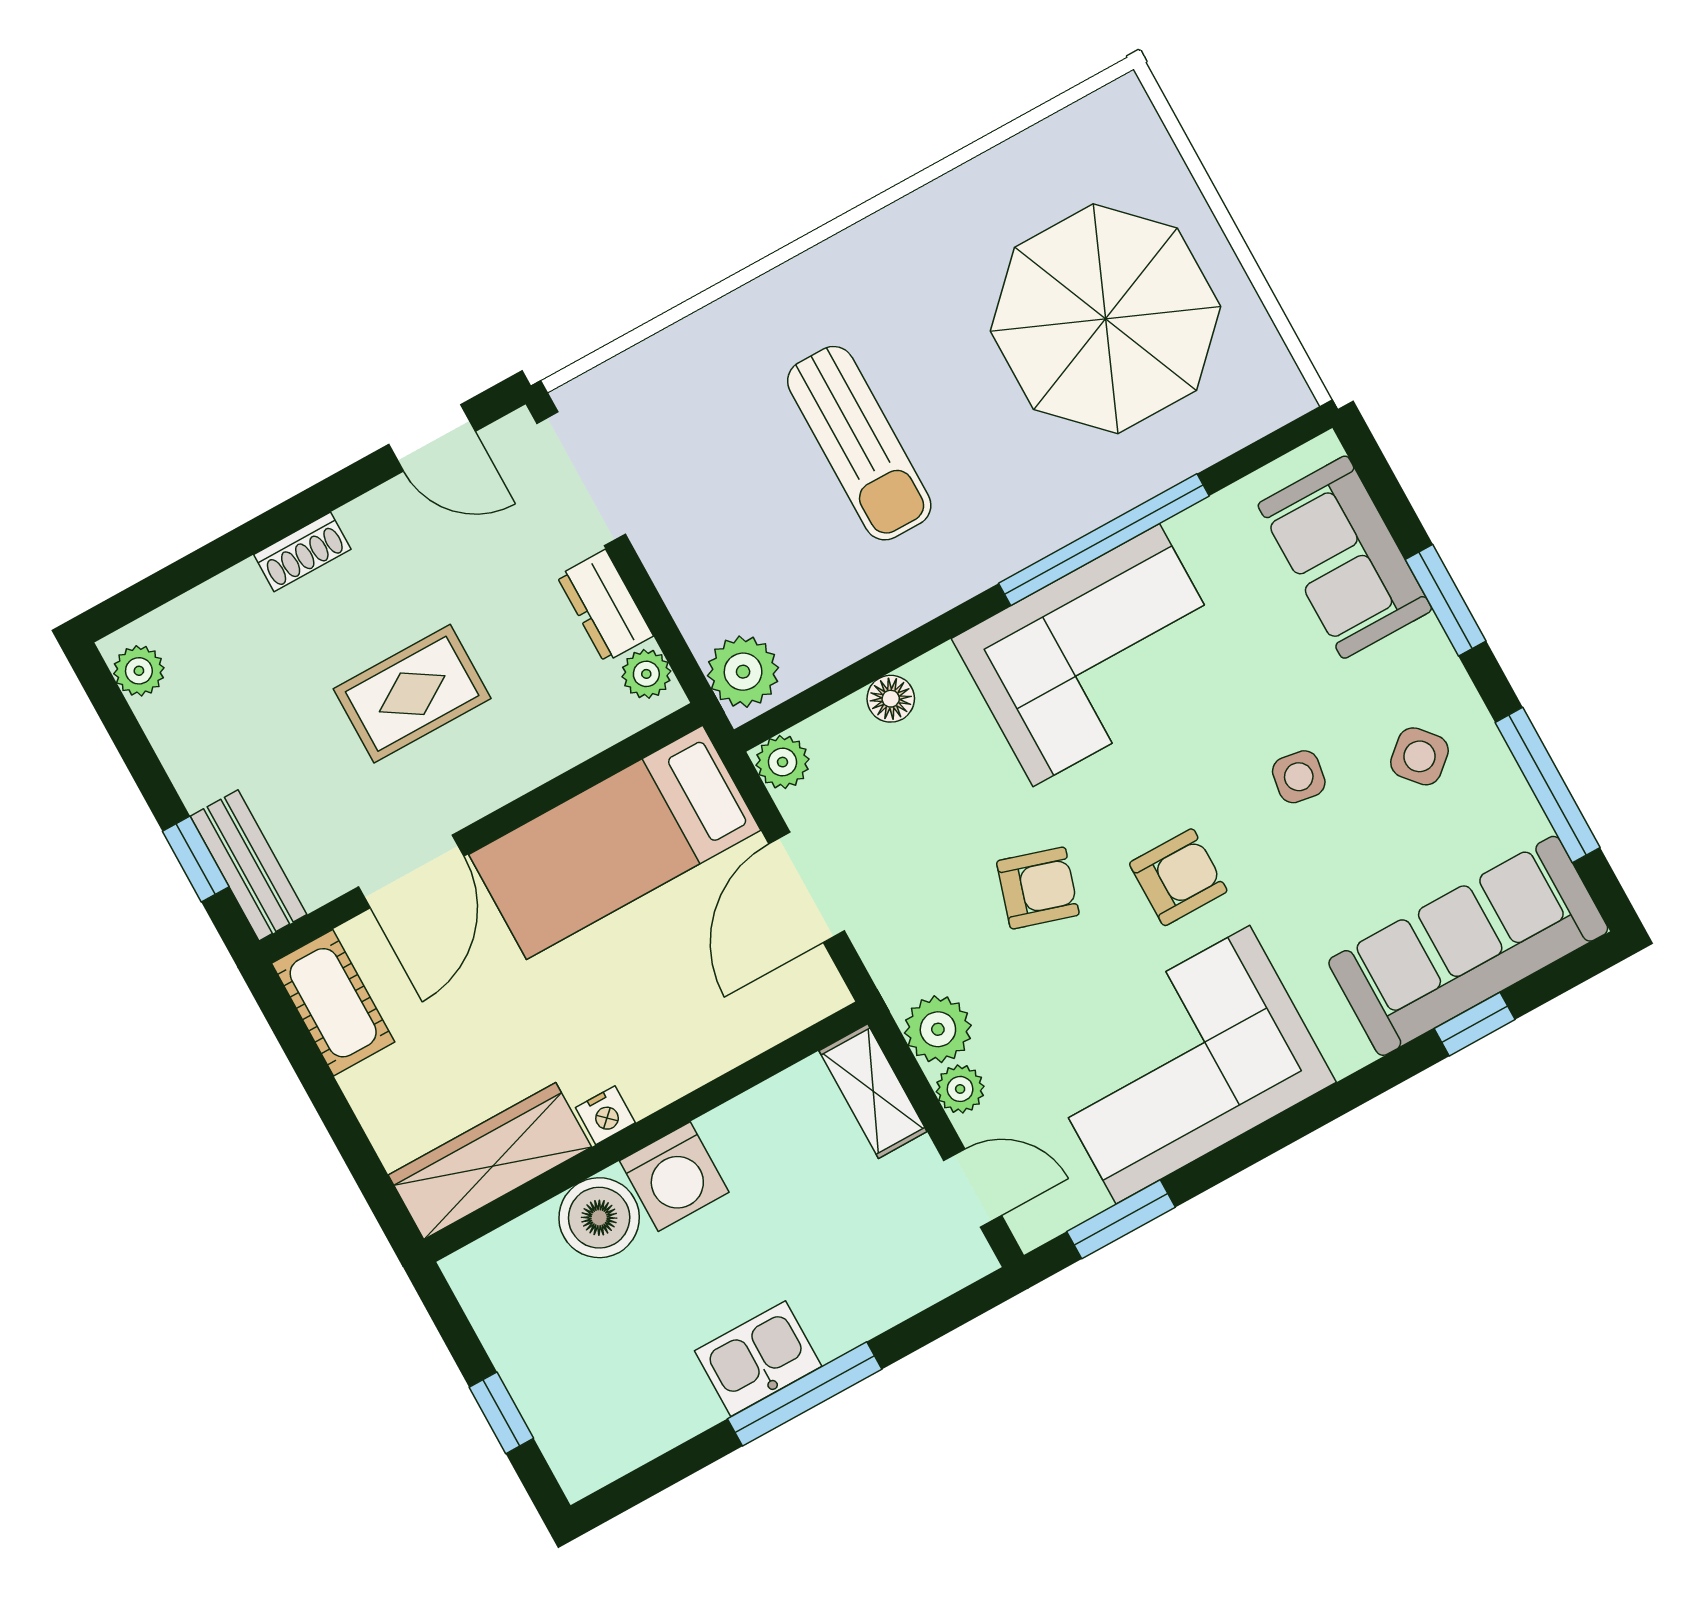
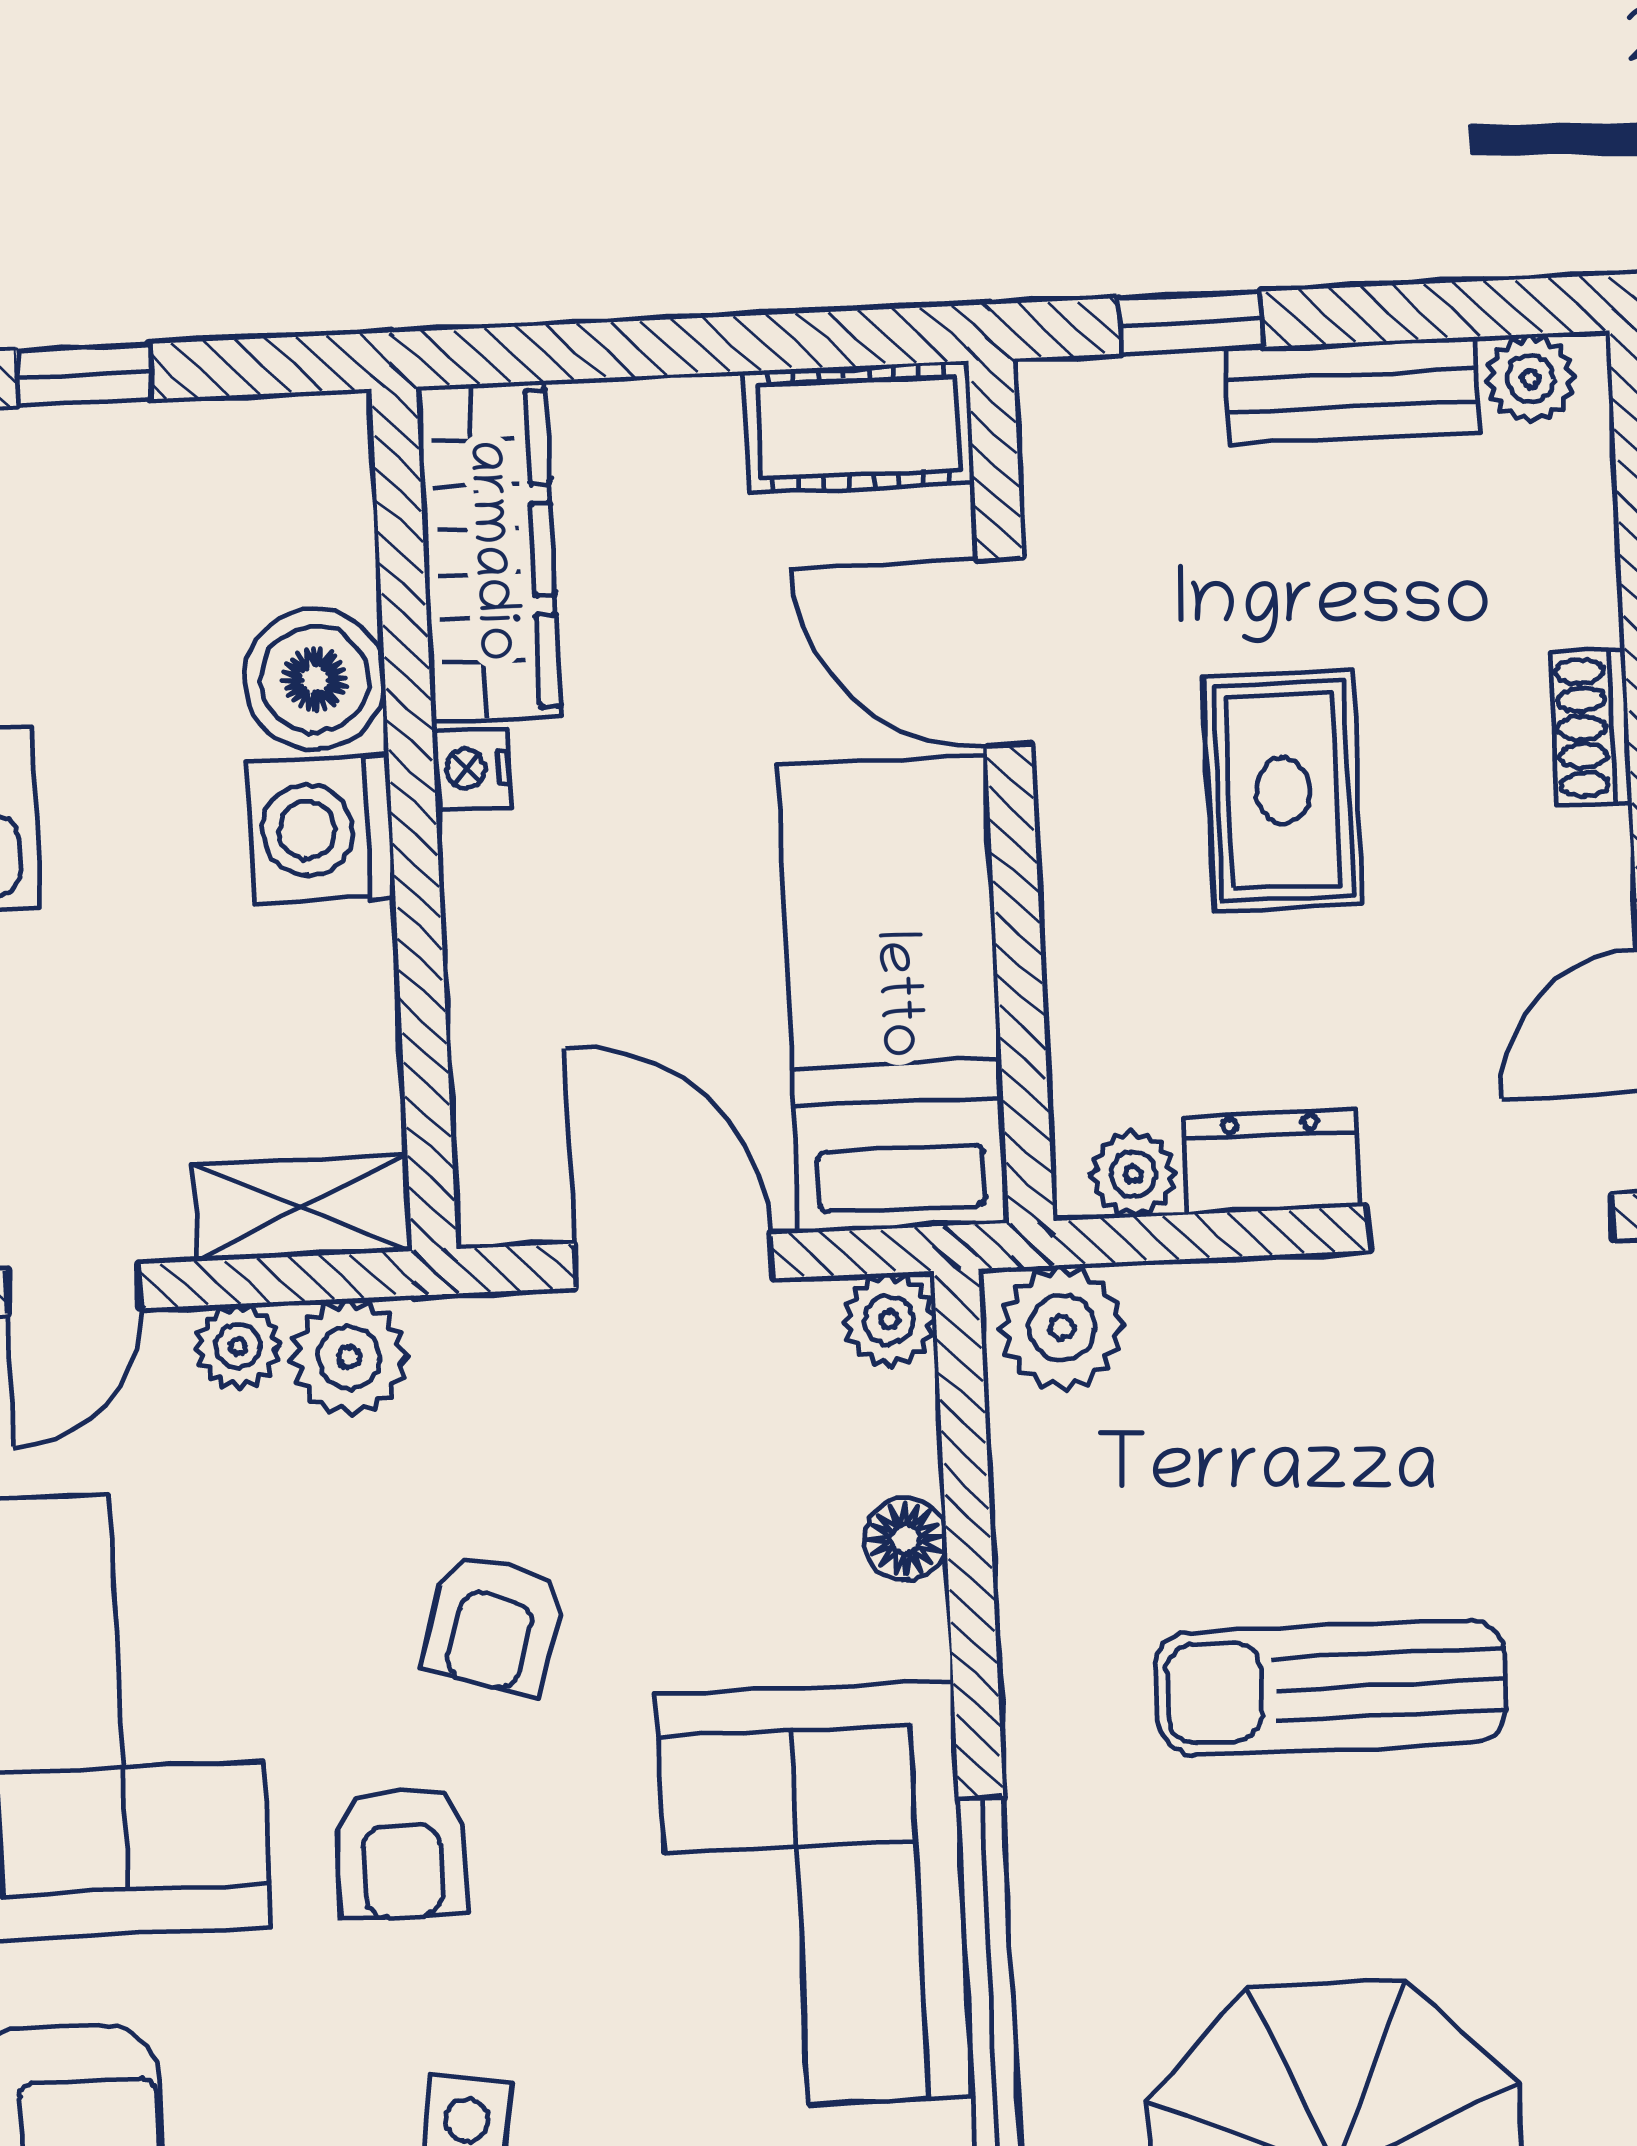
bench: (248, 865) -> (1352, 390), moved

